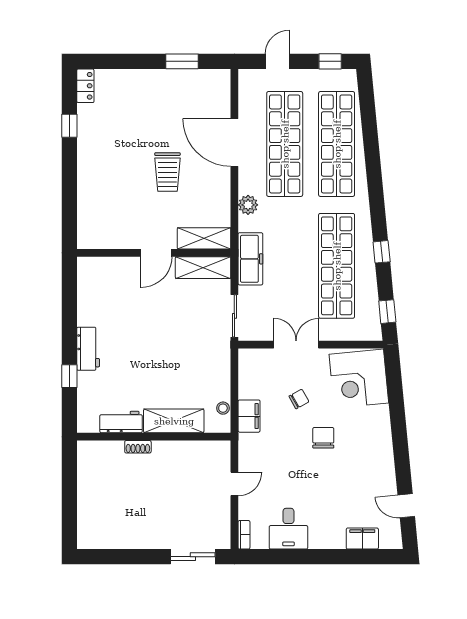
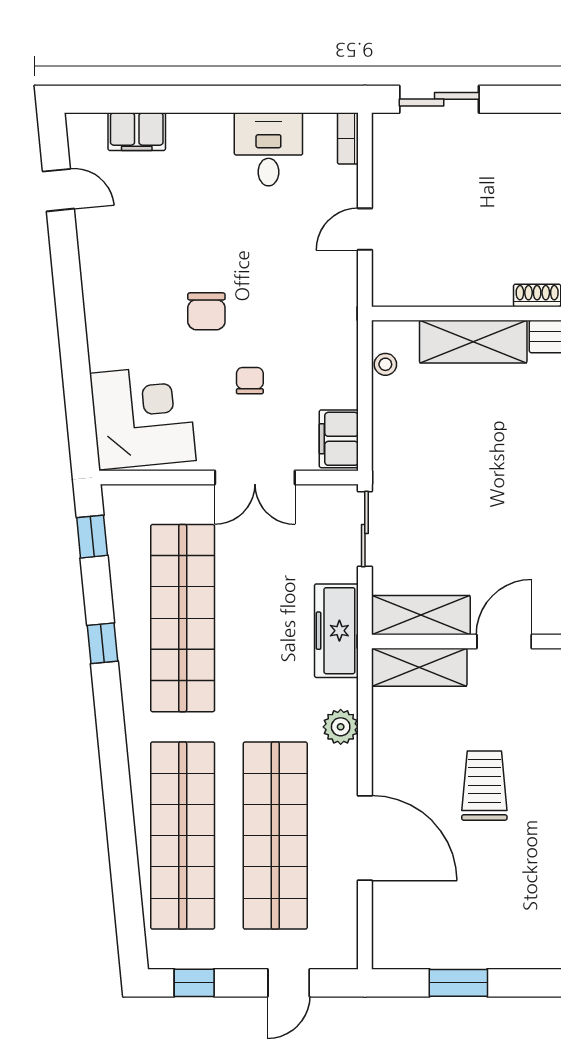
chair: (299, 399) -> (250, 381), turned 119
filing cabinet: (249, 416) -> (339, 439), moved

